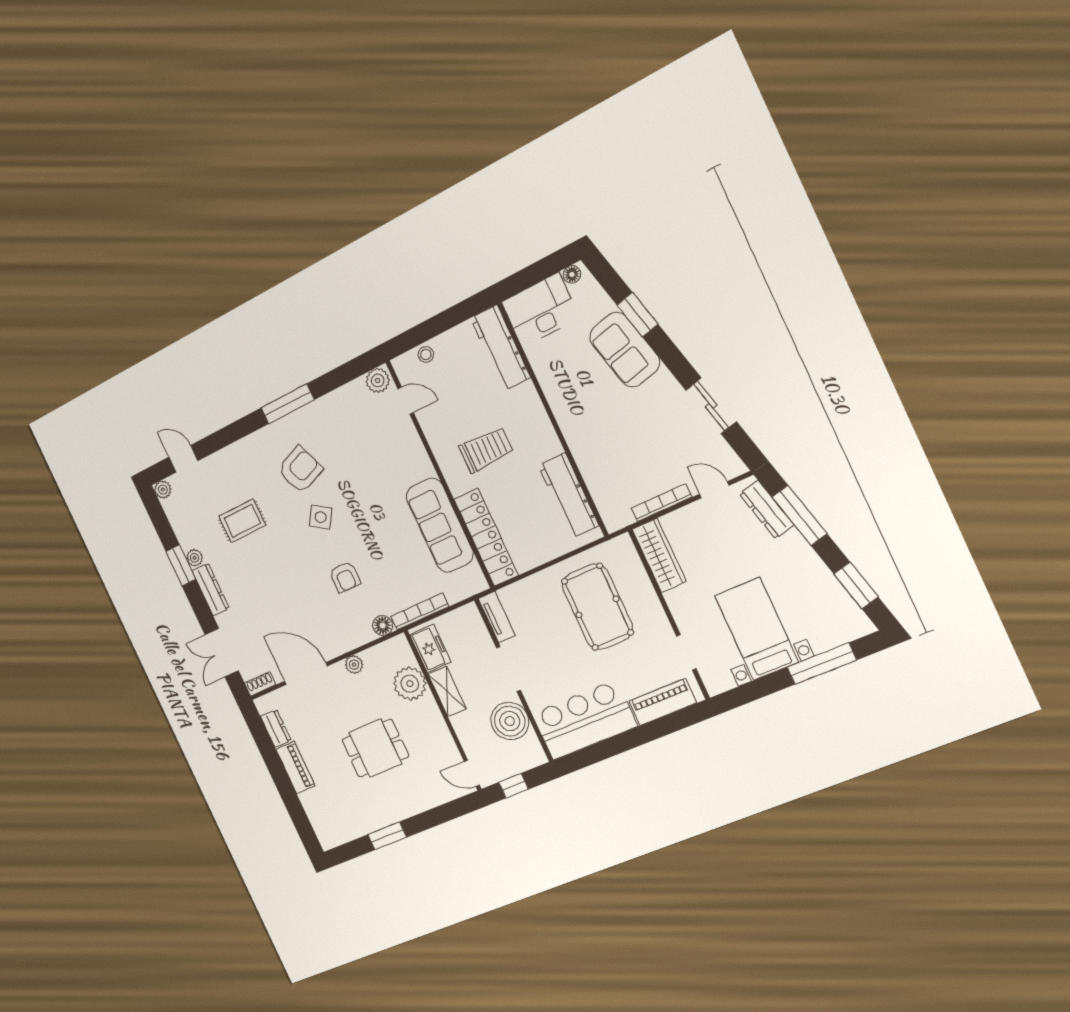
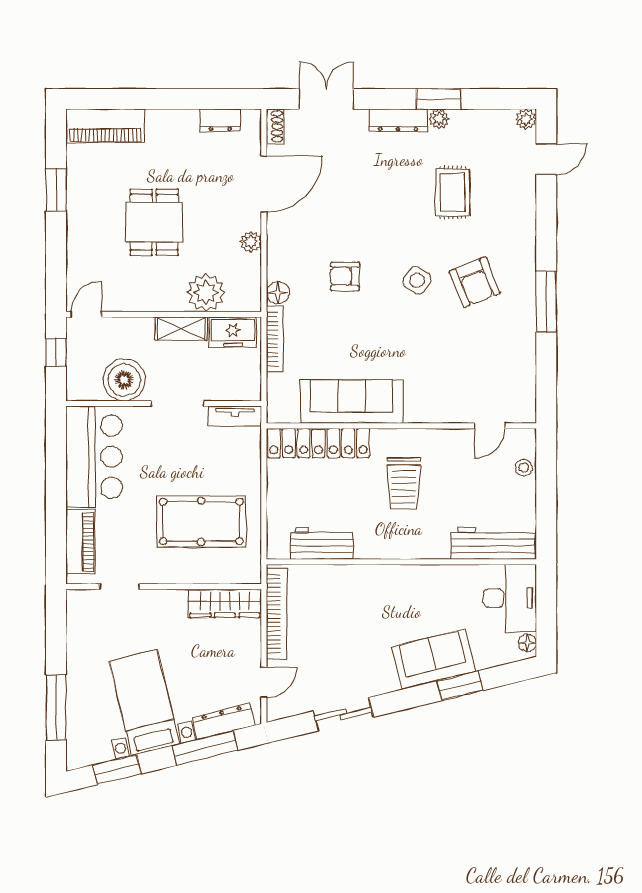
plant: (378, 380) -> (523, 407), removed
workbench: (569, 495) -> (322, 543), width x0.73
bookcase: (662, 503) -> (277, 614), width x1.48, depth x1.31
bed with nightstands: (757, 629) -> (144, 702), moved, turned -104
piano: (295, 768) -> (105, 126), moved, width x1.37, depth x1.33

